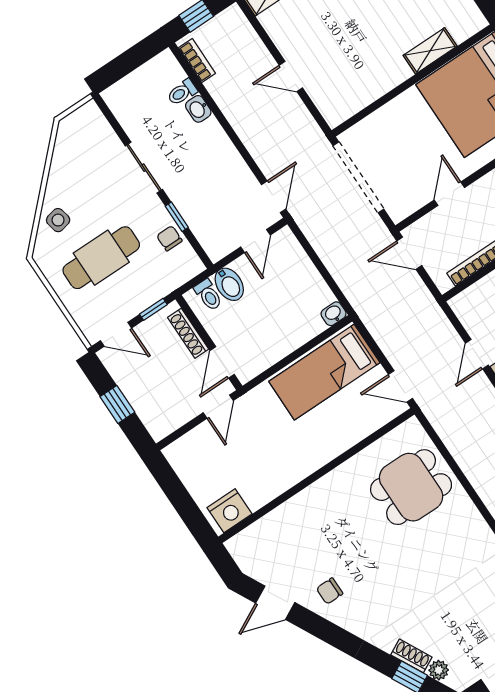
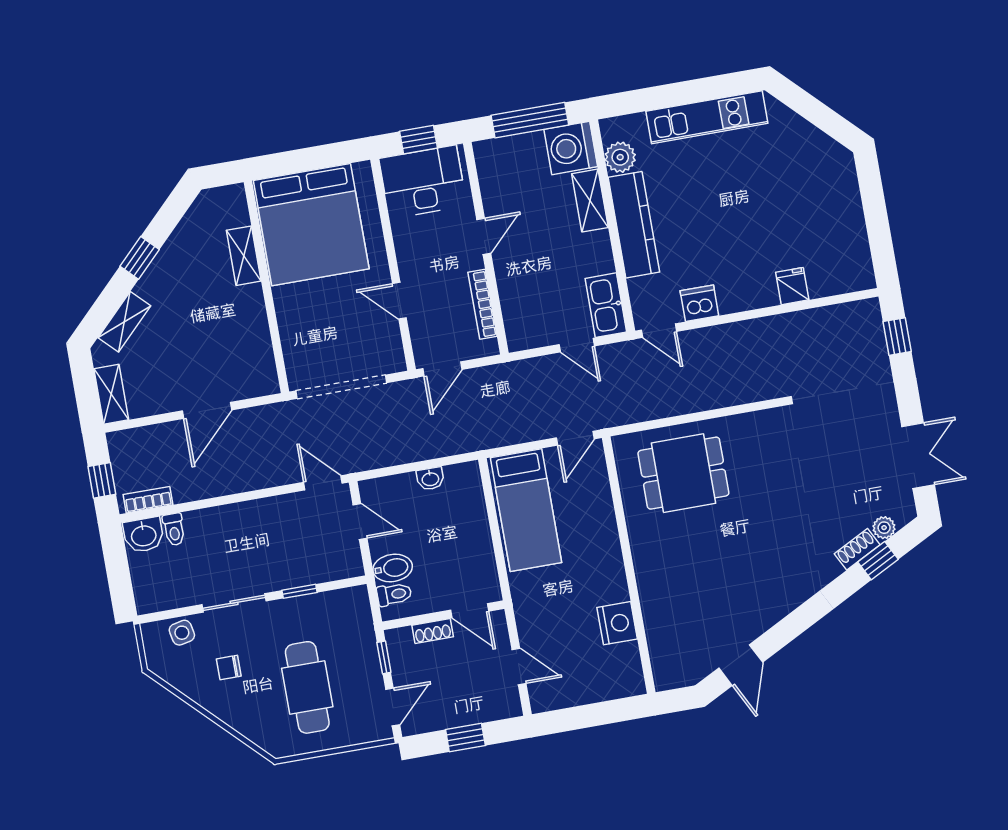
door: (291, 77) -> (207, 410), width x1.38
washbasin: (198, 109) -> (144, 535), moved, width x1.38, depth x1.45
side table: (58, 220) -> (182, 633), moved
chair: (169, 238) -> (229, 667), moved
washbasin: (334, 314) -> (430, 479), moved, turned -90
shoe rack: (188, 333) -> (433, 631), width x0.70
door: (218, 407) -> (519, 666), moved
dining table: (411, 487) -> (683, 473), turned 90
nightstand: (230, 511) -> (617, 623), moved
chair: (330, 591) -> (753, 604), removed

